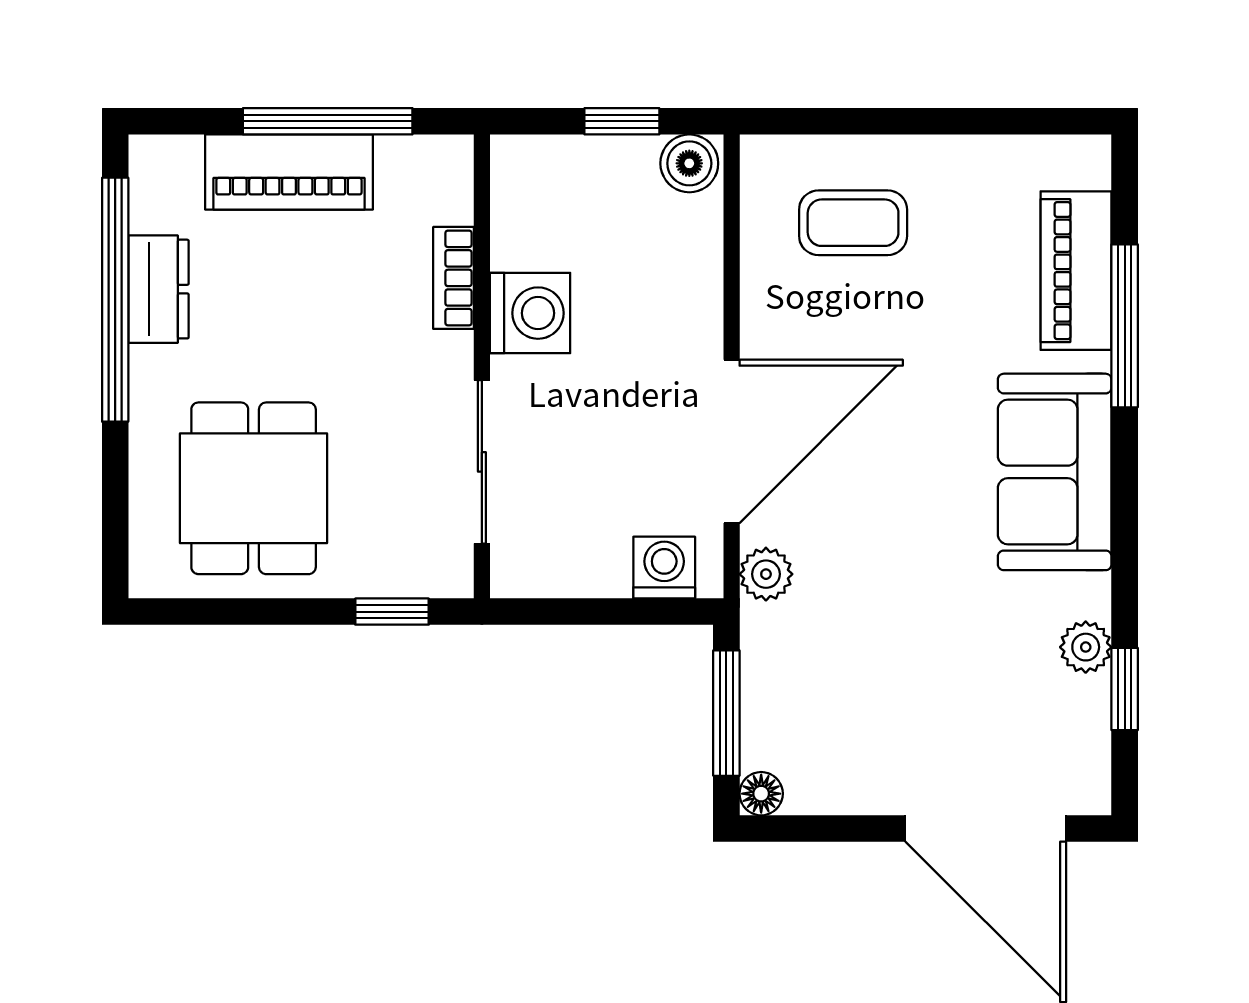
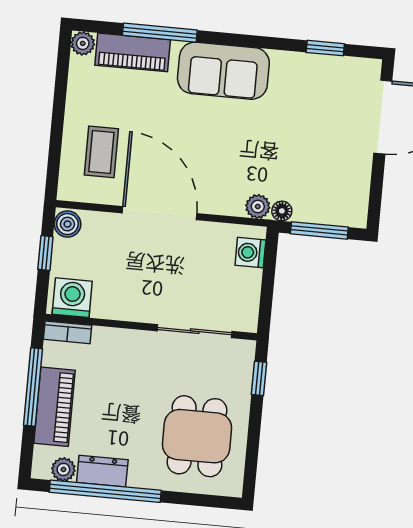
plant: (154, 204) -> (63, 469), added
bookcase: (454, 278) -> (68, 332), moved
washing machine: (530, 313) -> (72, 298), moved
door: (732, 441) -> (160, 213), moved
dining table: (254, 488) -> (197, 436), turned 90
plant: (1086, 647) -> (83, 43), moved
floor lamp: (761, 794) -> (282, 211), moved

